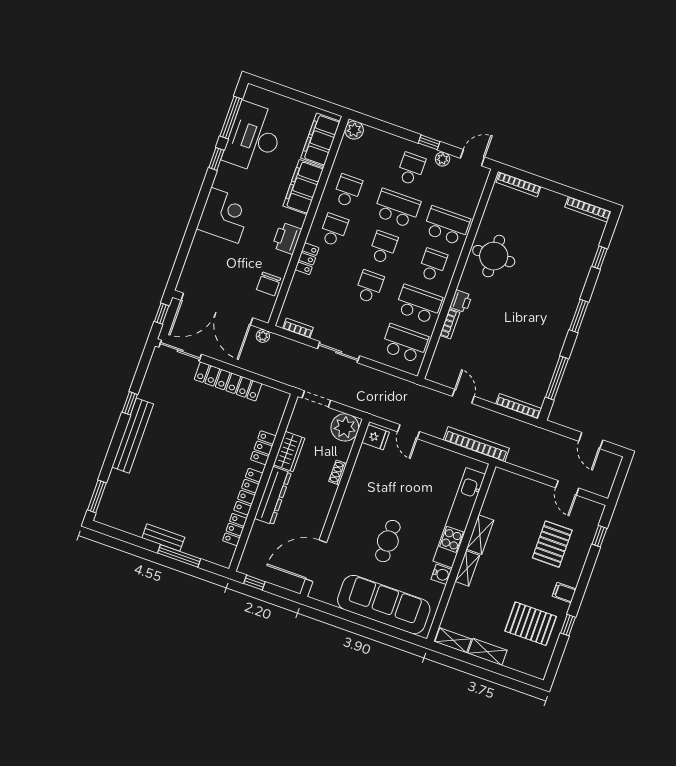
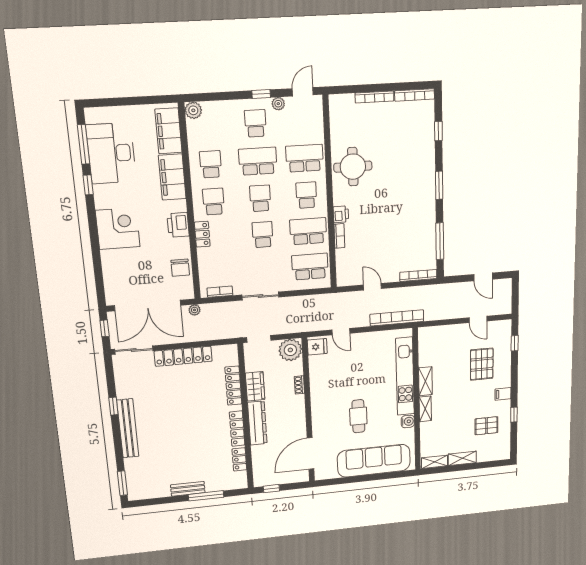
bookcase: (519, 184) -> (374, 97), moved
locker: (263, 448) -> (233, 386), width x1.53
pallet: (531, 624) -> (486, 426), width x0.67, depth x0.71

